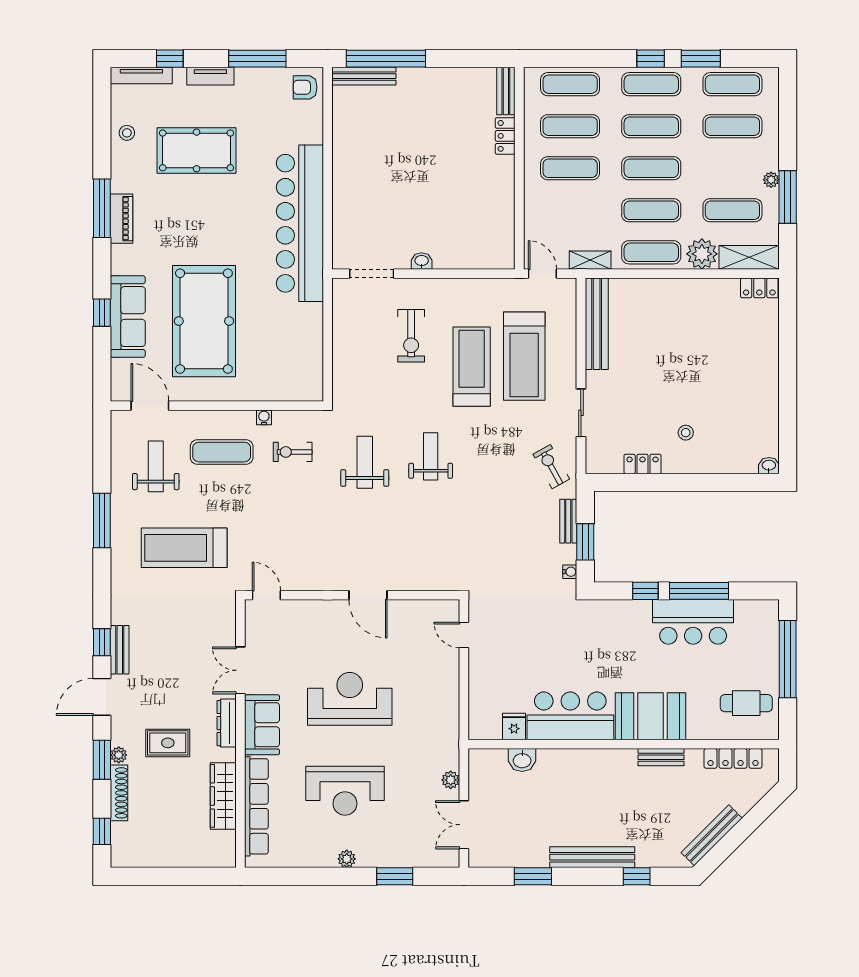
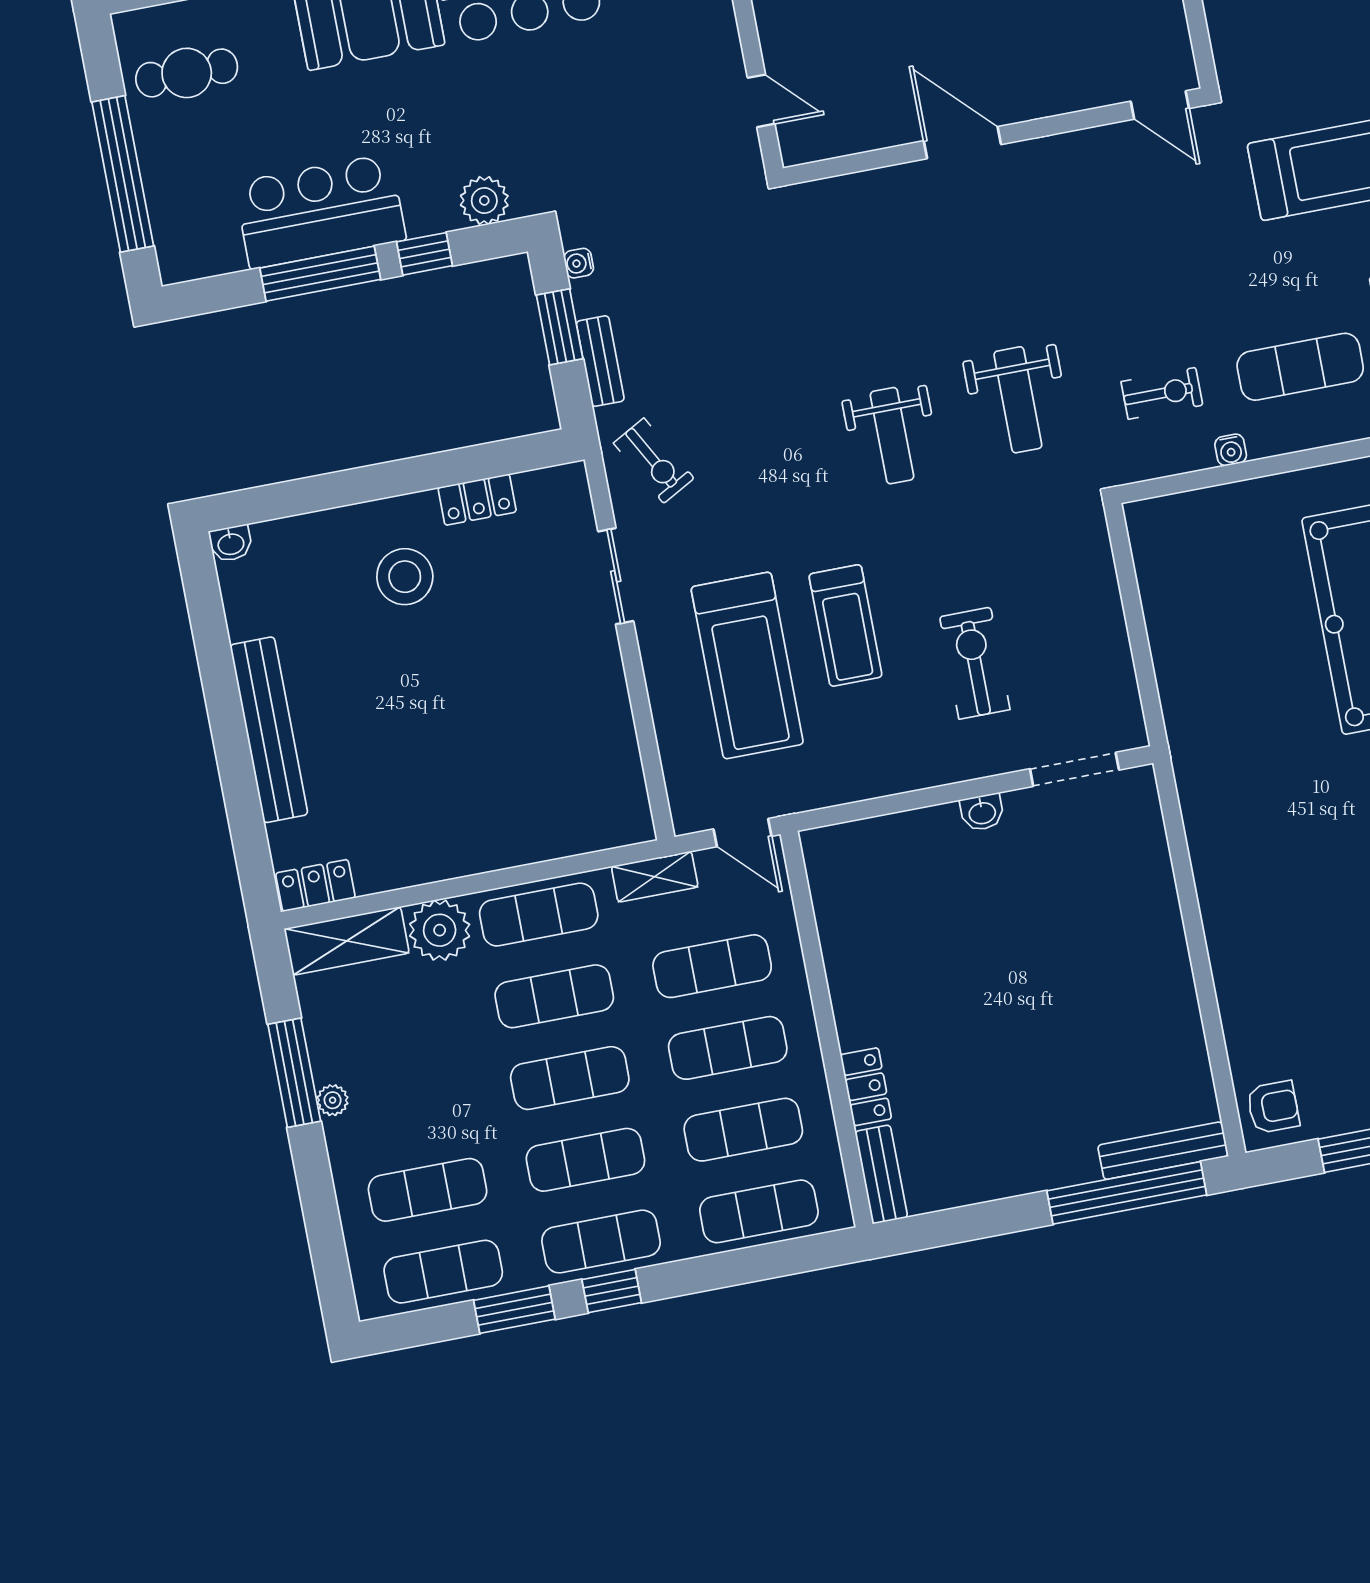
exercise mat: (732, 210) -> (712, 966), moved
bar counter: (300, 223) -> (1233, 841), removed
bench: (597, 324) -> (269, 730), moved
treadmill: (524, 356) -> (747, 665), turned 180
treadmill: (472, 367) -> (846, 625), width x0.73, depth x0.73
stool: (686, 433) -> (405, 577), width x1.89, depth x1.89
plant: (611, 612) -> (484, 200), added

